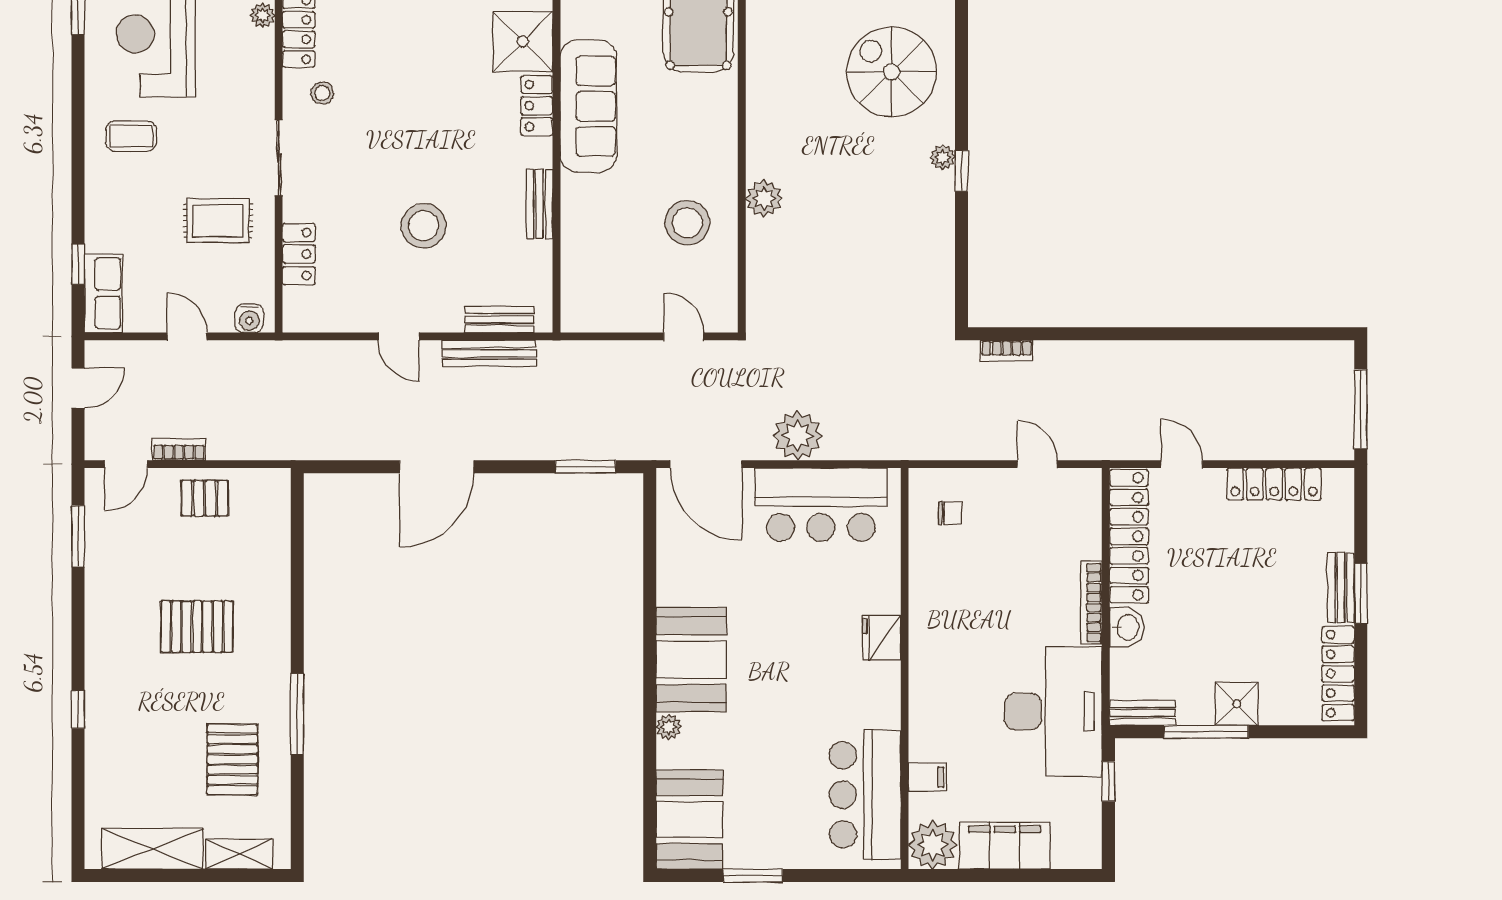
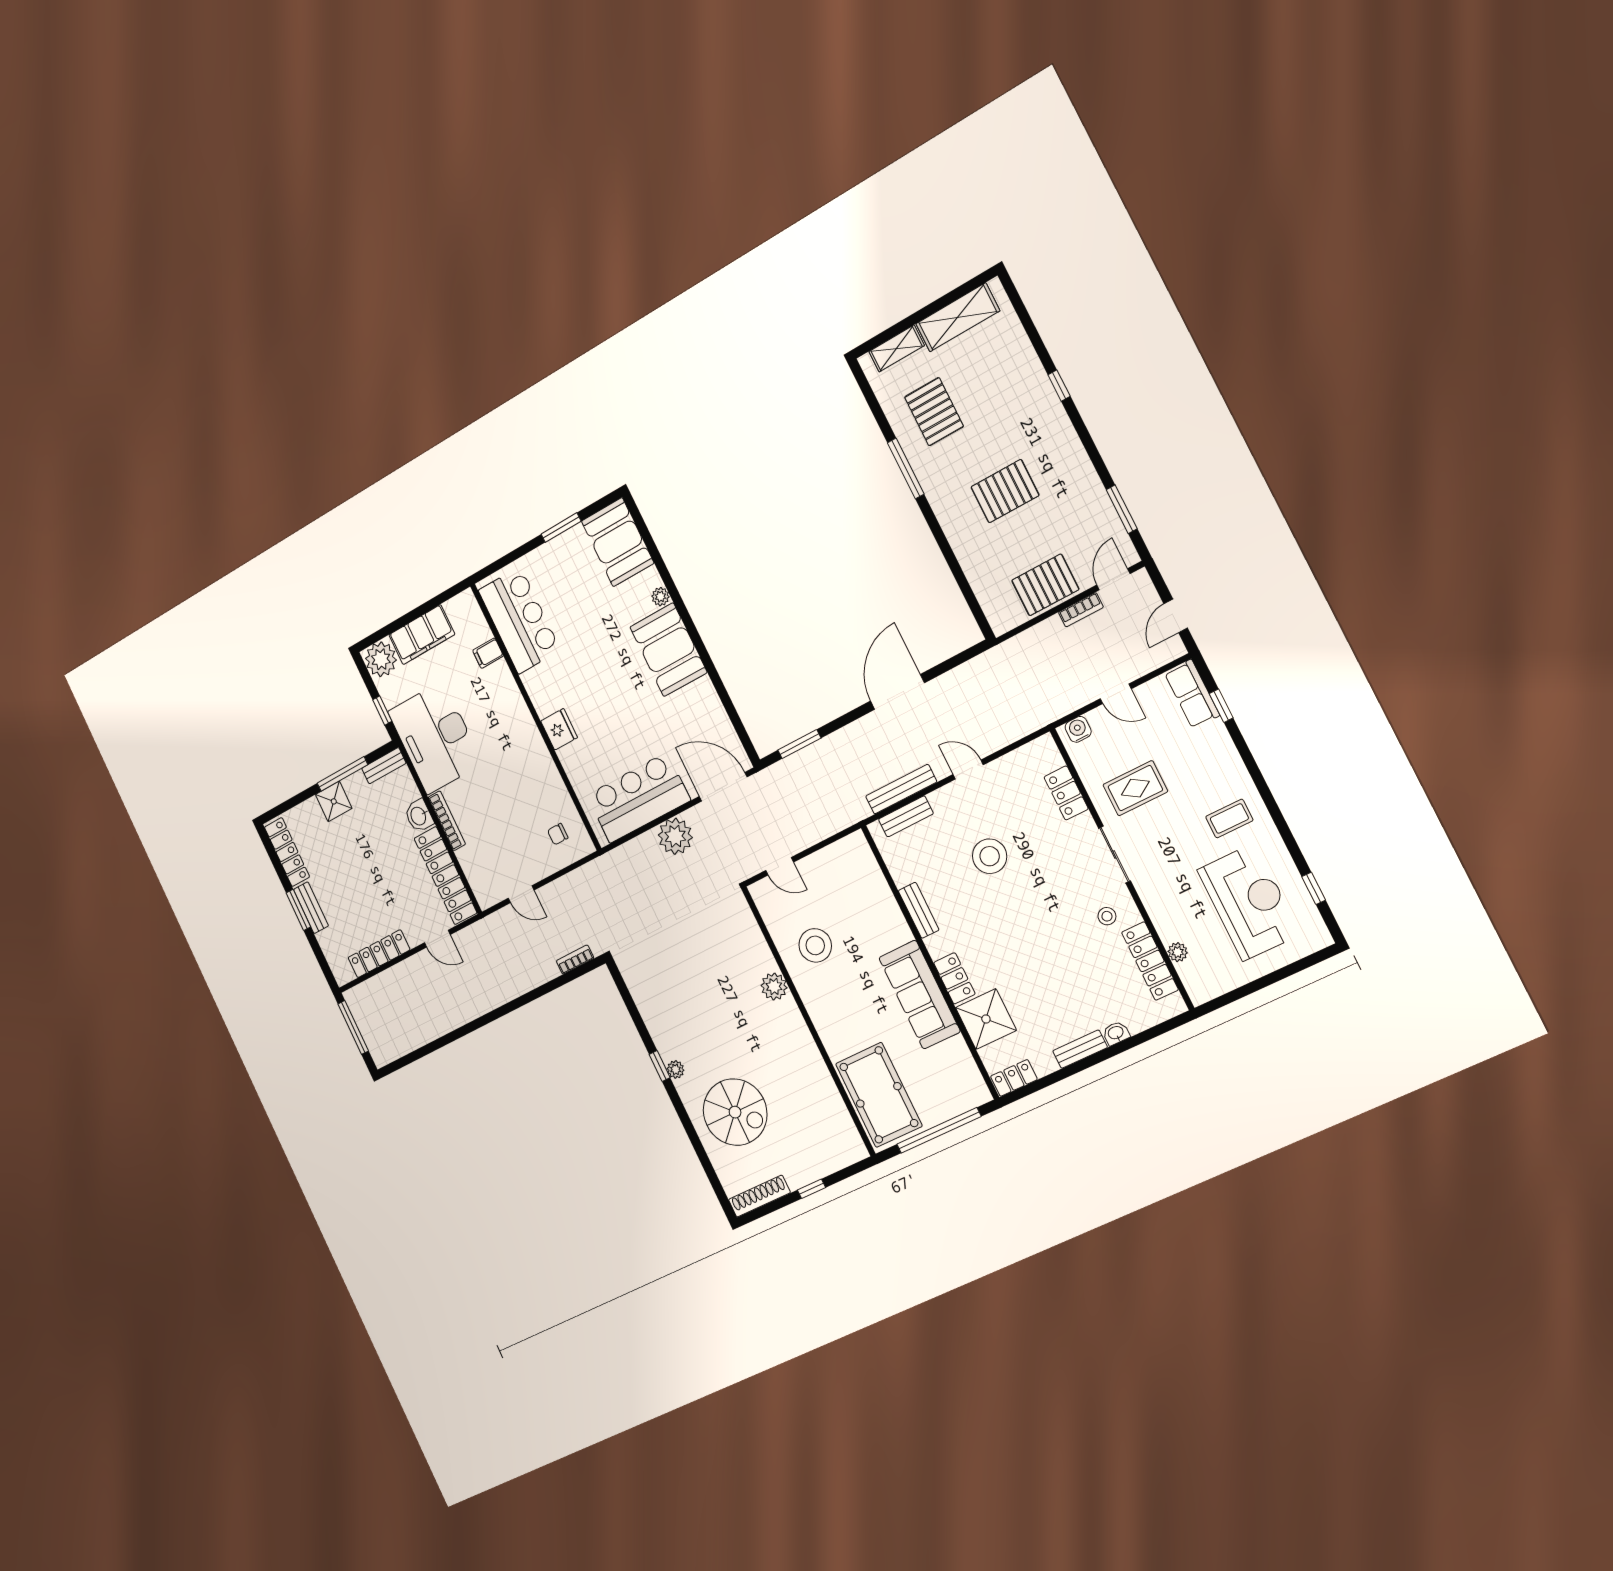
pallet: (205, 498) -> (1045, 585), width x1.50, depth x1.42
plant: (933, 845) -> (381, 659), moved

